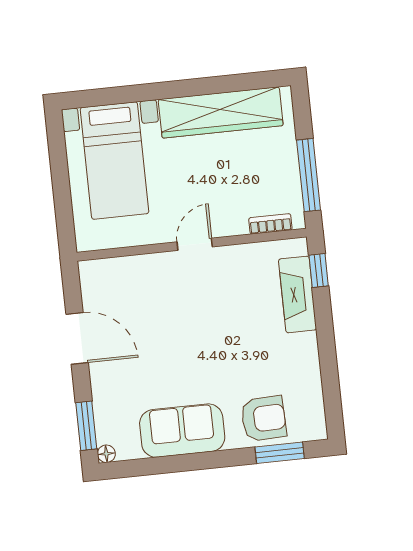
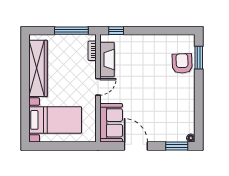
door: (195, 244) -> (98, 87), swing flipped
fireplace: (298, 294) -> (107, 59), moved, turned -90
door: (77, 338) -> (136, 146), hinge flipped
sofa: (182, 431) -> (111, 123), moved, turned 180

